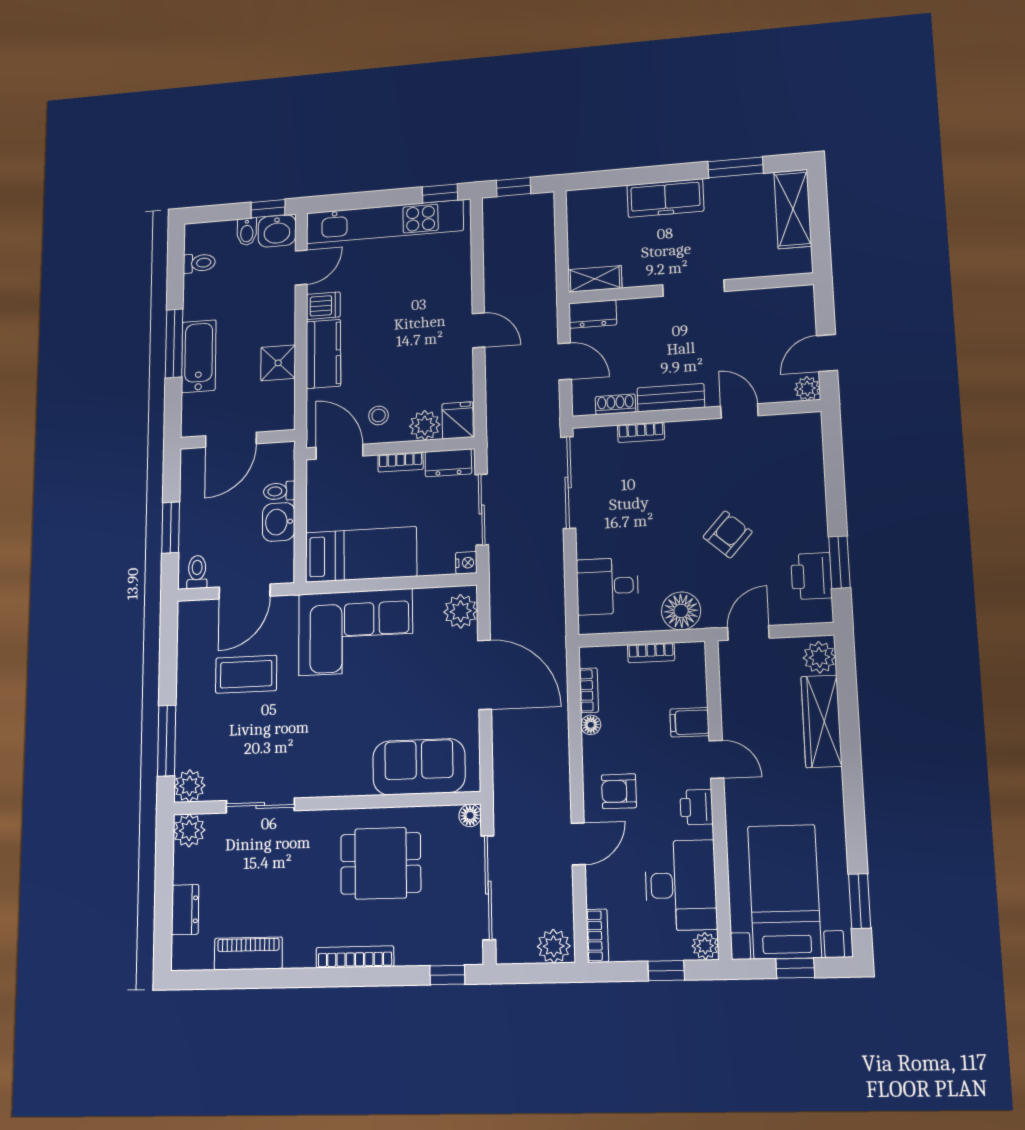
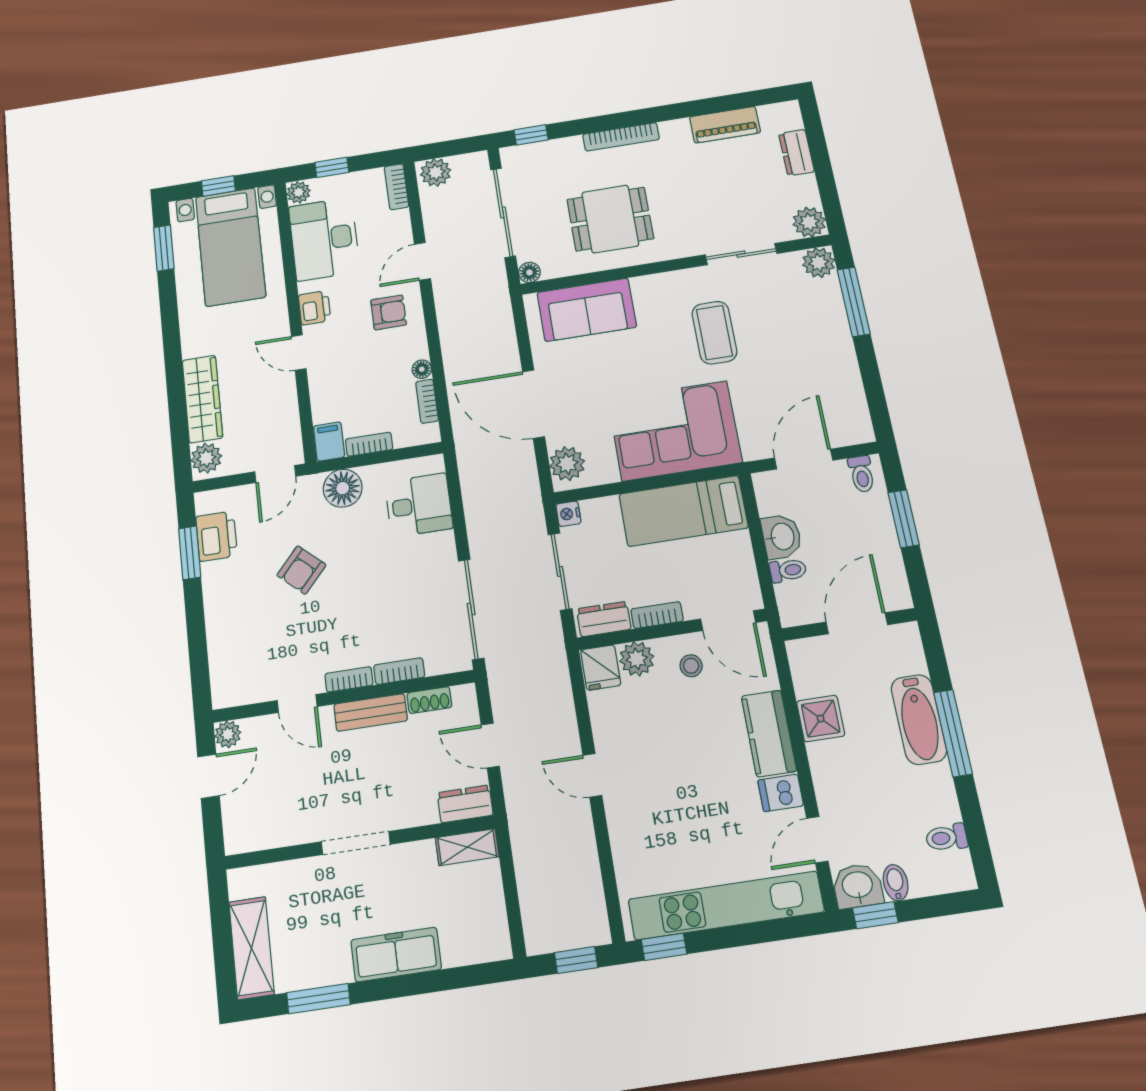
bookcase: (689, 429) -> (349, 679), added
coffee table: (246, 674) -> (714, 333), moved, turned 90
filing cabinet: (690, 722) -> (329, 441), moved, turned -90

